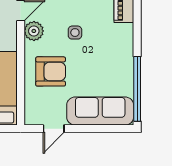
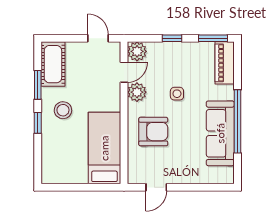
window: (137, 89) -> (237, 121), moved
sofa: (100, 111) -> (220, 133), moved, turned -90

